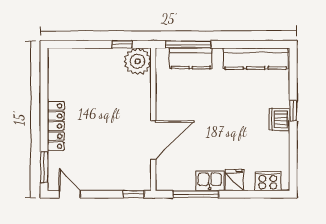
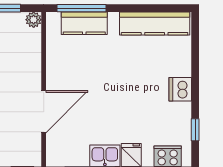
plant: (138, 61) -> (34, 20), width x0.53, depth x0.53
window: (293, 111) -> (195, 130), moved

